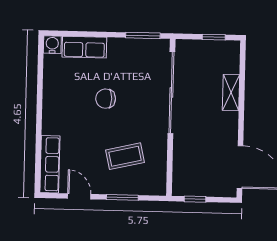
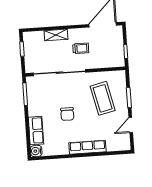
trolley: (206, 129) -> (81, 48), added
coffee table: (125, 156) -> (103, 98), width x1.36, depth x1.32
row of seats: (50, 164) -> (87, 147), moved

